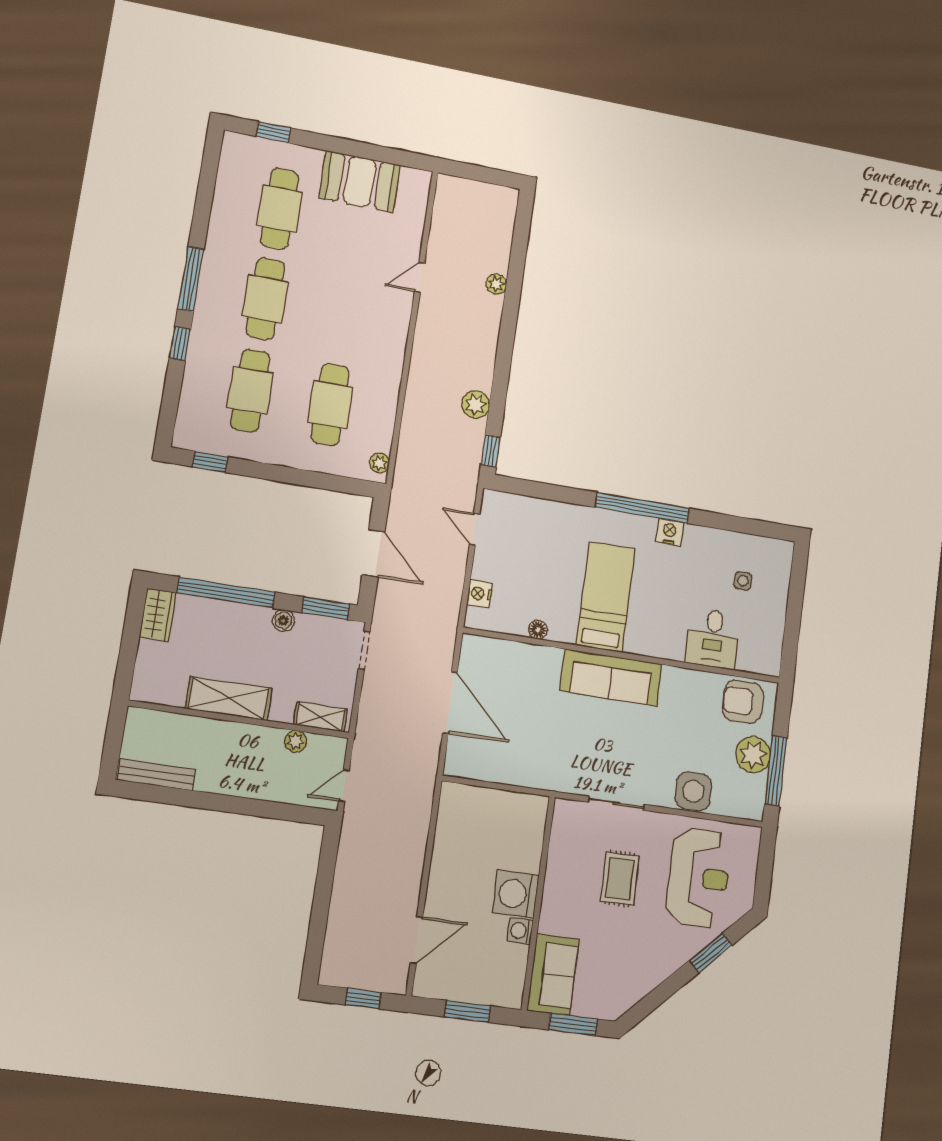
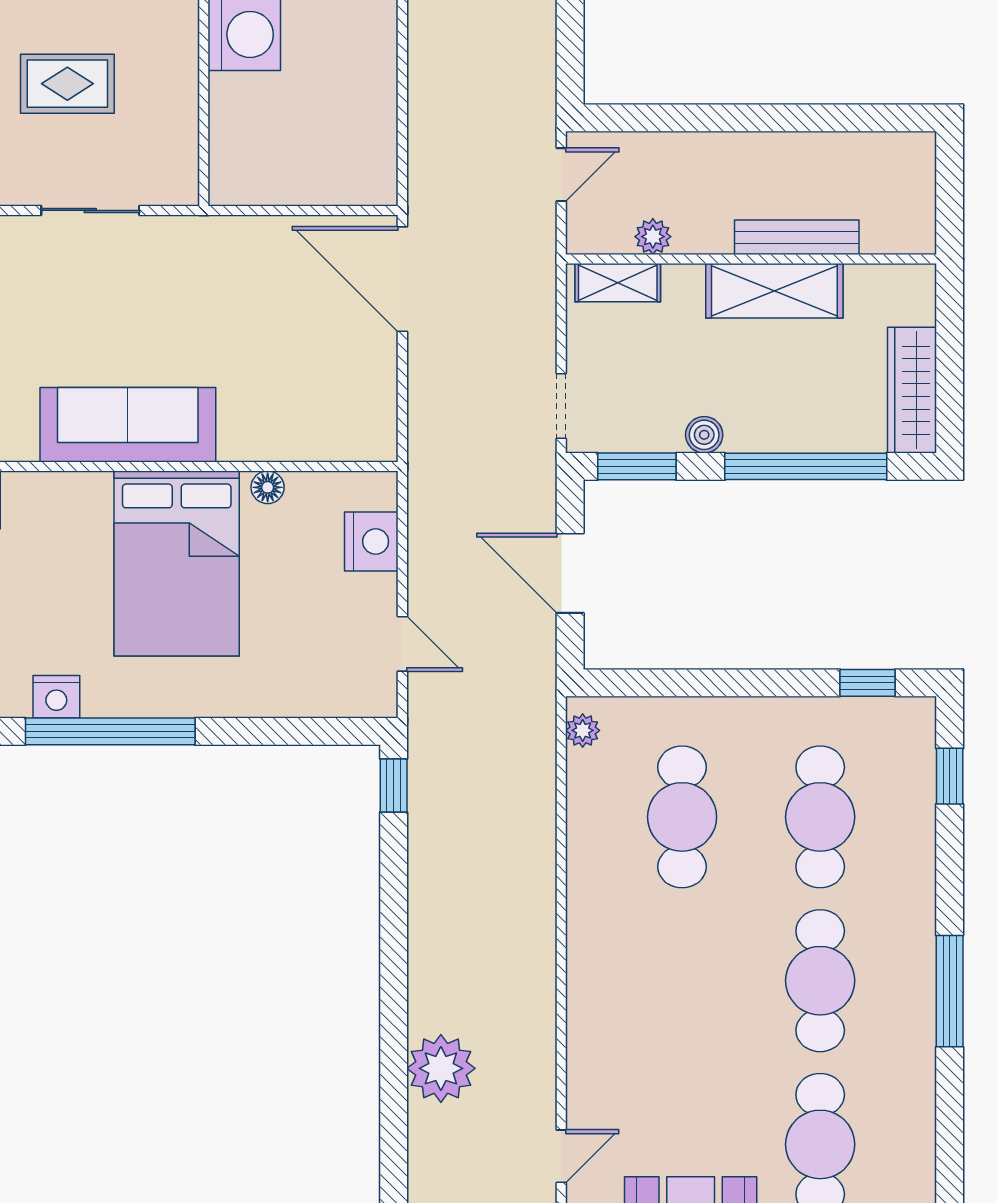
door: (420, 277) -> (561, 1156), moved
plant: (496, 284) -> (441, 1068), width x1.88, depth x1.88
window: (180, 344) -> (950, 776), moved
plant: (476, 404) -> (431, 863), removed
nightstand: (480, 594) -> (371, 541), width x1.36, depth x1.33
bed: (606, 597) -> (177, 564), width x1.50
wardrobe: (158, 615) -> (912, 390), width x1.50
door: (450, 703) -> (402, 279), moved
bench: (156, 775) -> (797, 237), moved
rug: (620, 879) -> (67, 84), turned 90

